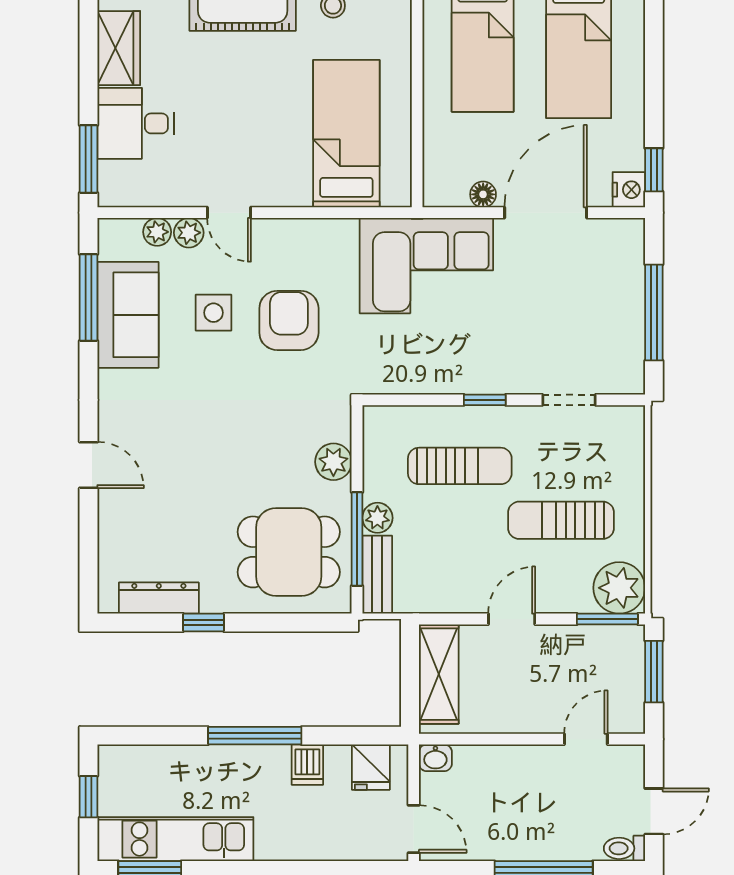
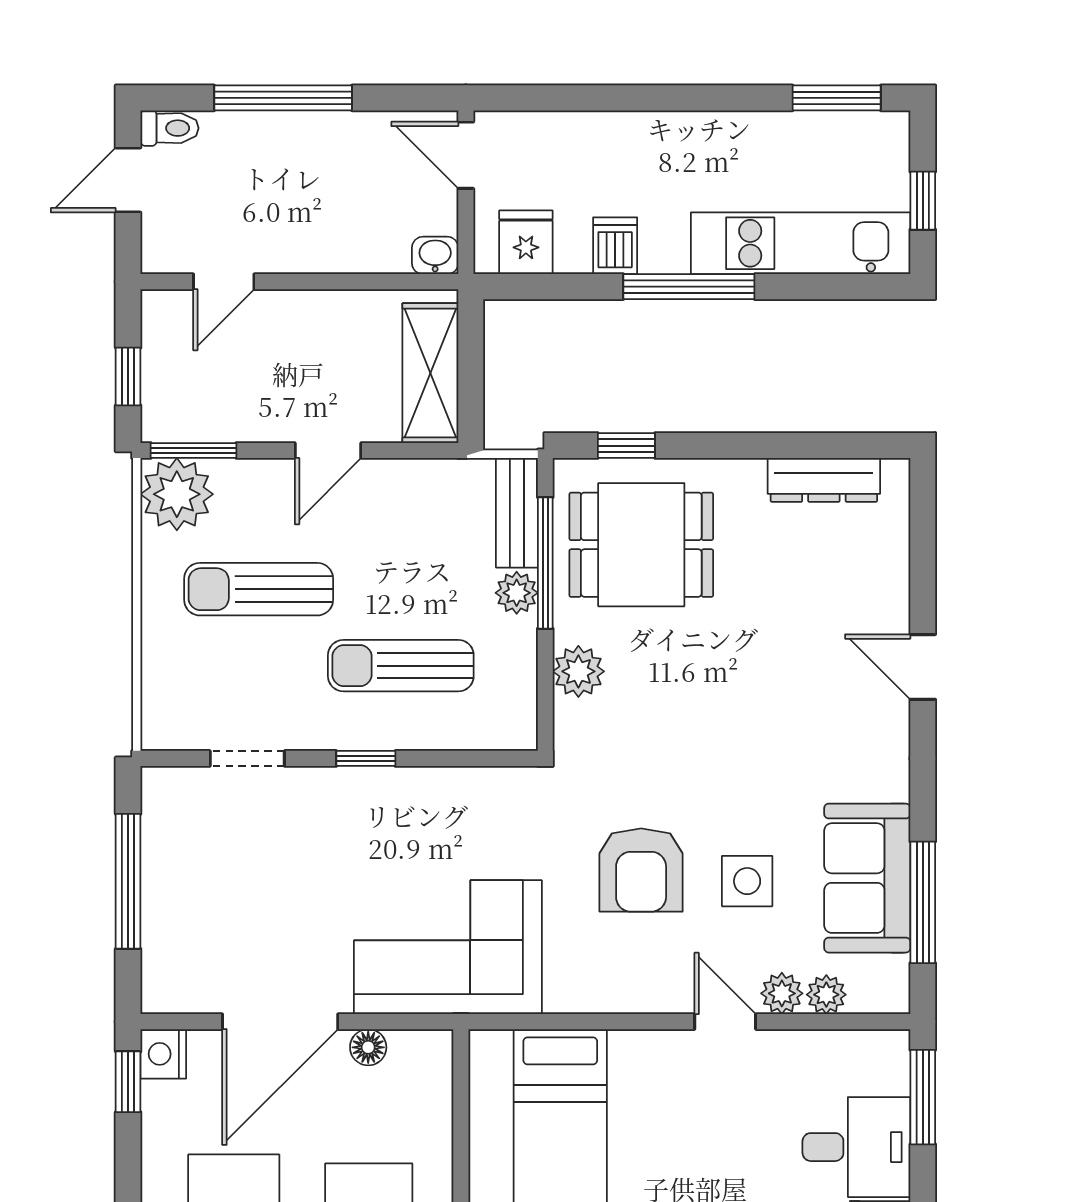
sun lounger: (561, 520) -> (259, 589), turned 180
window: (204, 623) -> (626, 446), moved
window: (654, 672) -> (128, 377), width x0.67
kitchen unit: (175, 839) -> (801, 243), moved, turned 180

